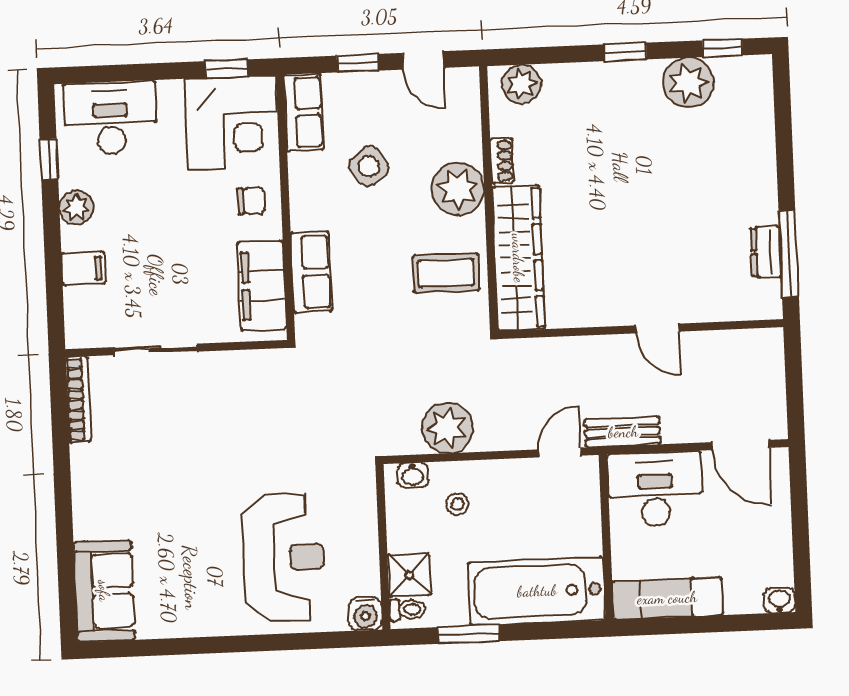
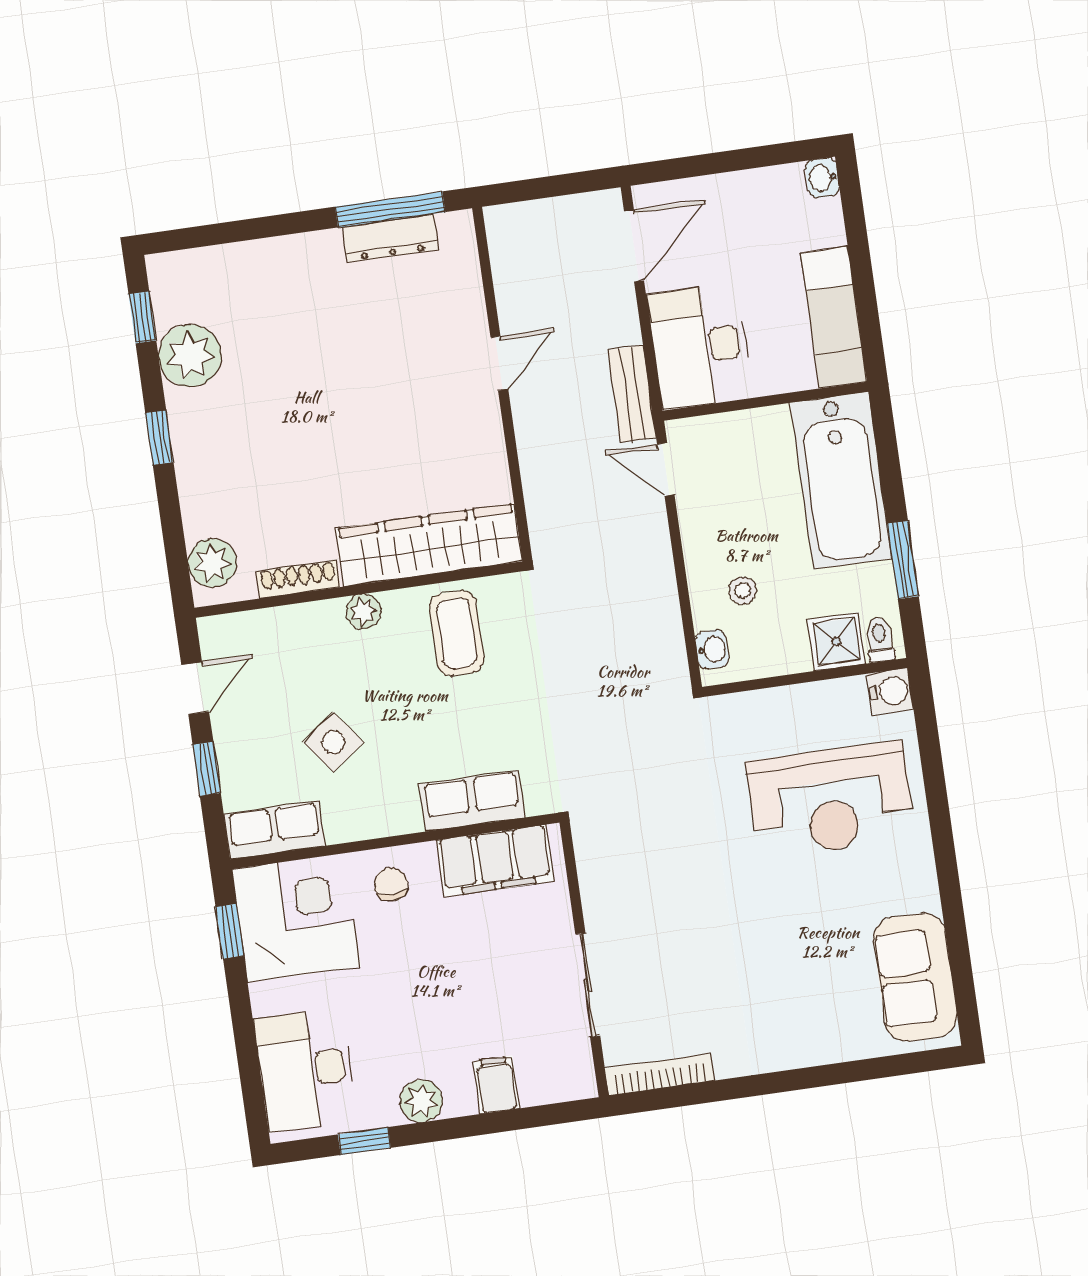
shoe rack: (502, 161) -> (298, 579), width x1.43
plant: (458, 189) -> (363, 612), width x0.53, depth x0.53
dresser: (766, 252) -> (391, 238), width x1.44
plant: (447, 428) -> (649, 612), removed
reception desk: (284, 557) -> (831, 800), turned 180
sofa: (104, 591) -> (915, 977), moved, turned -90

